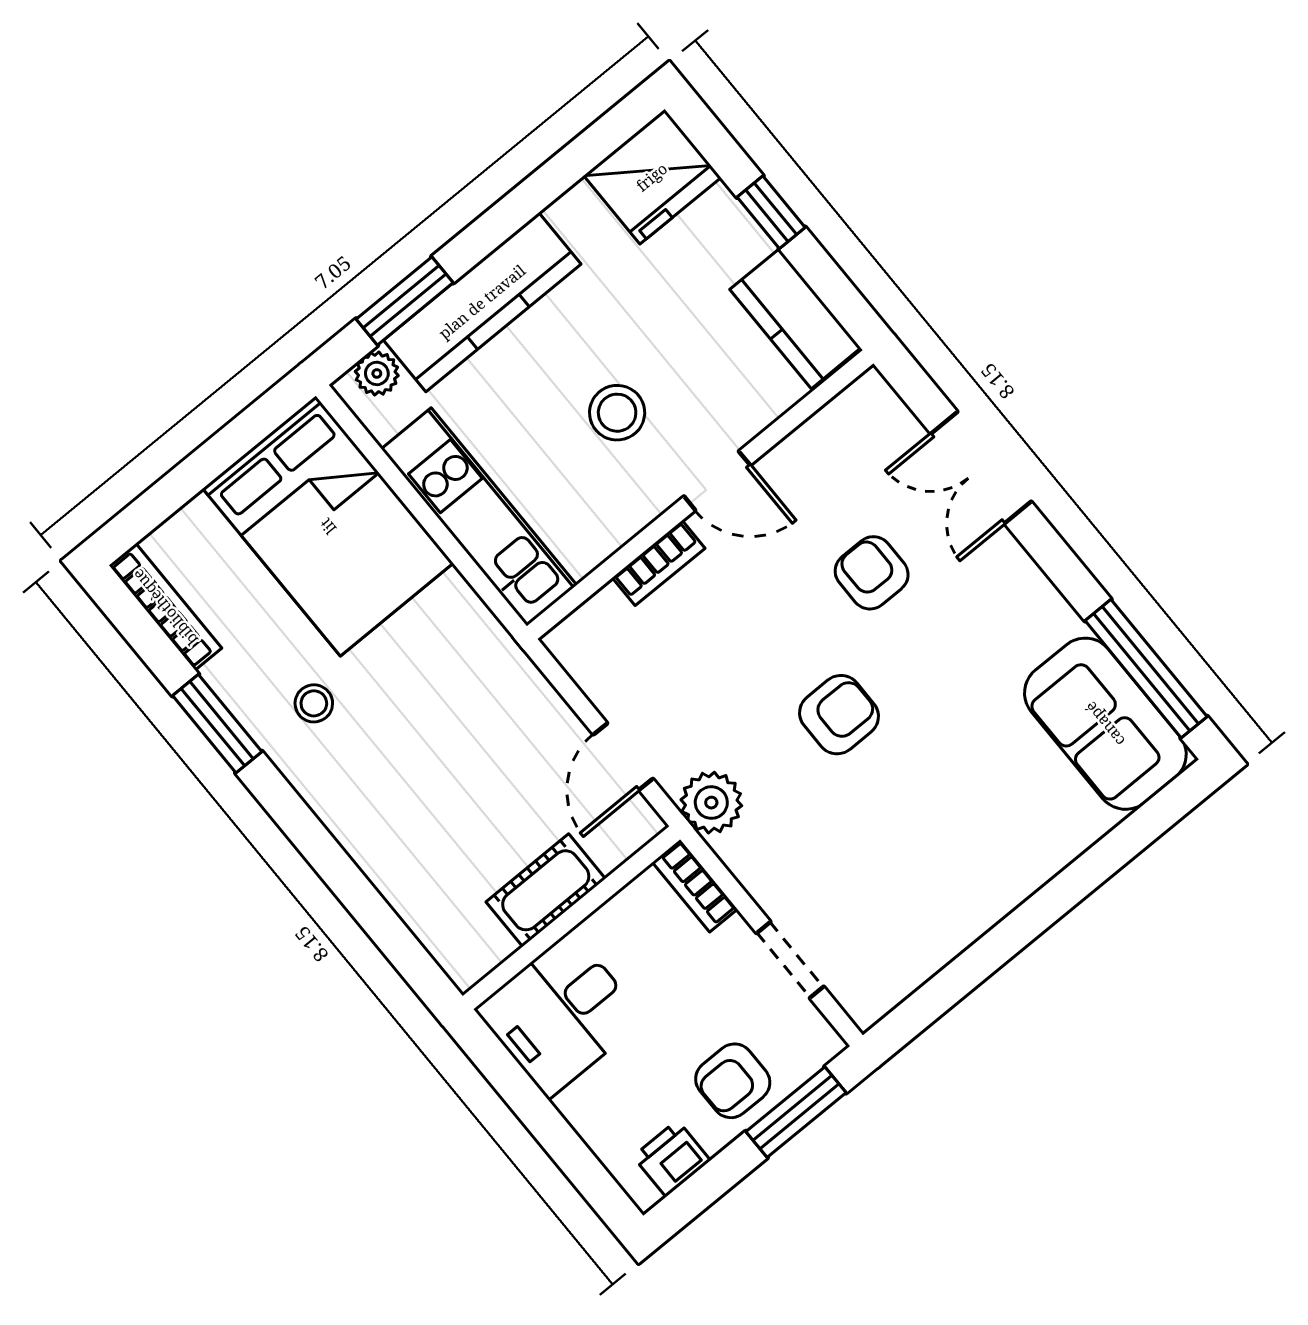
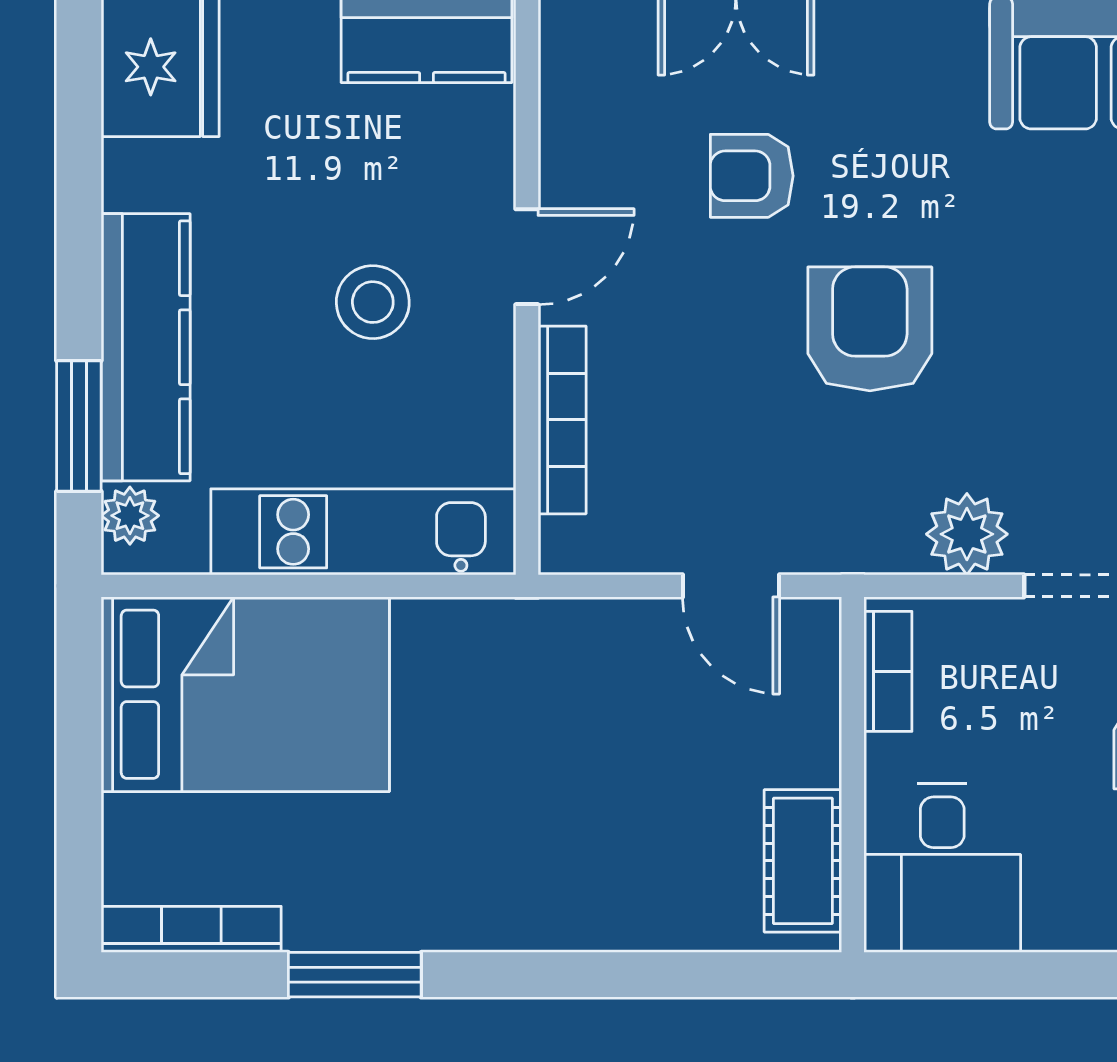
bookcase: (659, 563) -> (562, 420), width x1.56
stool: (314, 703) -> (415, 858), removed
armchair: (839, 715) -> (870, 329), width x1.38, depth x1.38
plant: (711, 803) -> (967, 534), moved
bookcase: (695, 886) -> (888, 671), moved, turned -90
cot: (546, 890) -> (803, 861), moved

